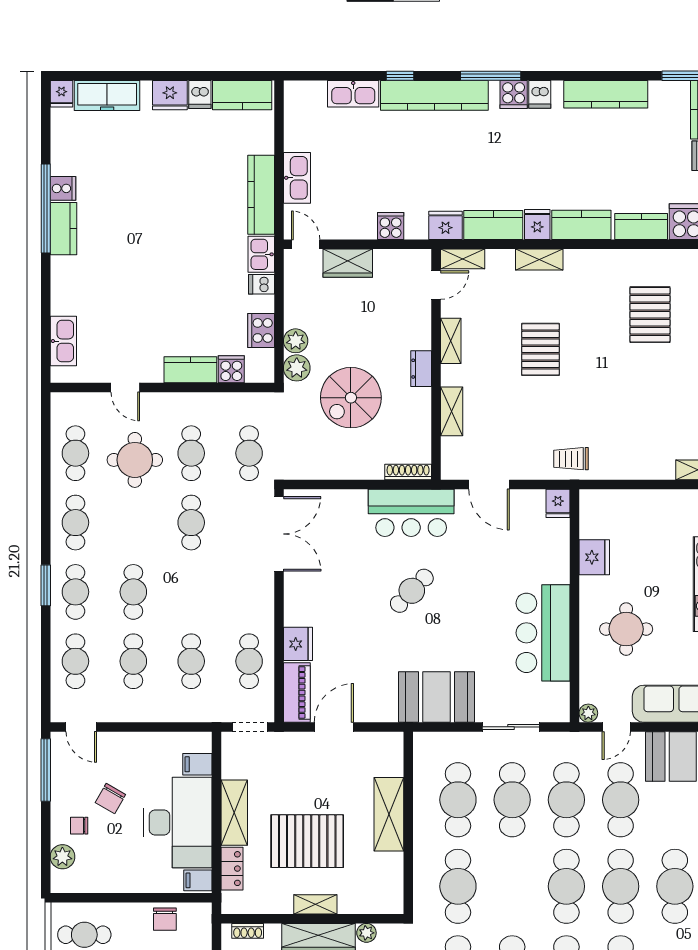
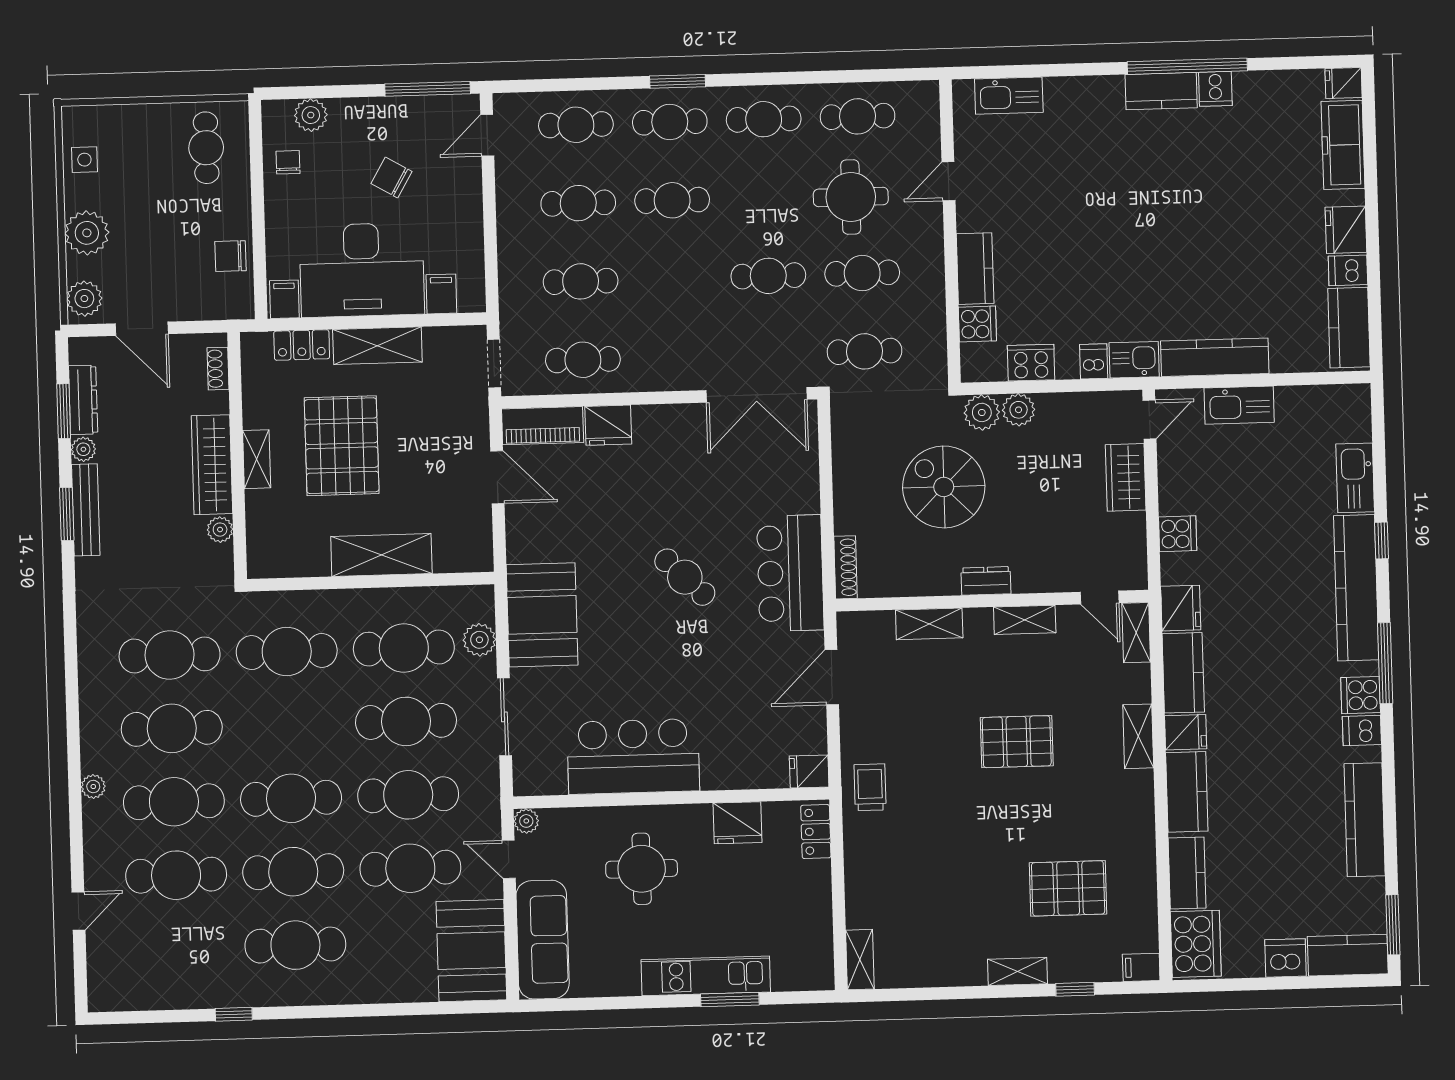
locker: (602, 500) -> (816, 832), added
plant: (454, 744) -> (479, 640), added
chair: (79, 826) -> (288, 162), moved

